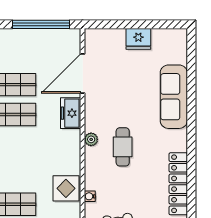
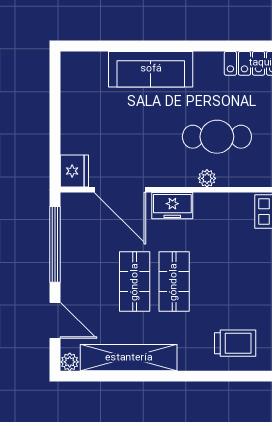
fridge: (138, 39) -> (74, 171), moved
cafe table: (123, 147) -> (217, 137), width x1.37, depth x1.35

